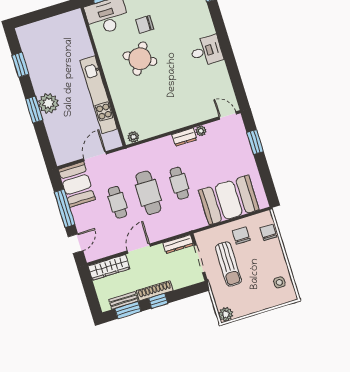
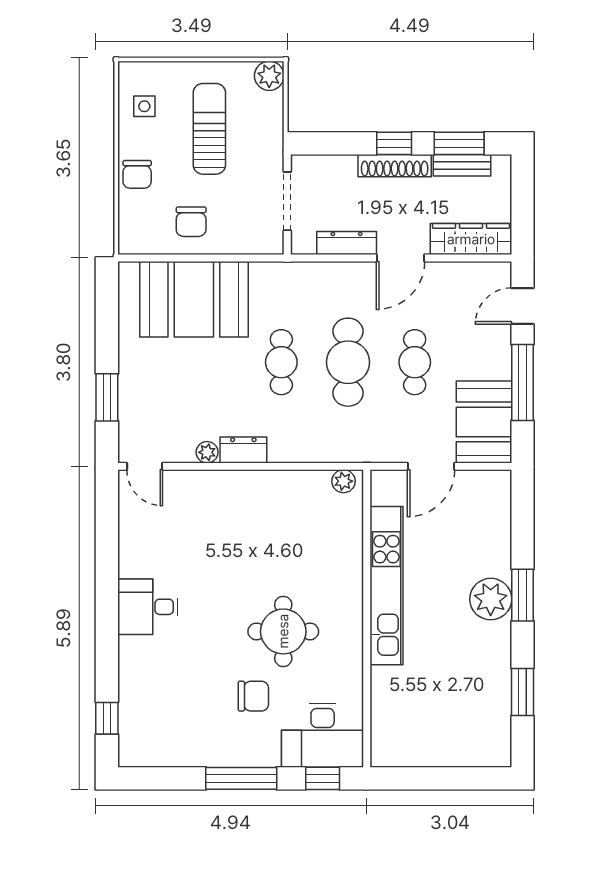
round table: (140, 59) -> (283, 631), turned -30
chair: (268, 232) -> (137, 174), moved
dresser: (178, 244) -> (347, 243), moved
sun lounger: (228, 264) -> (209, 129), moved

